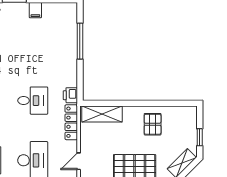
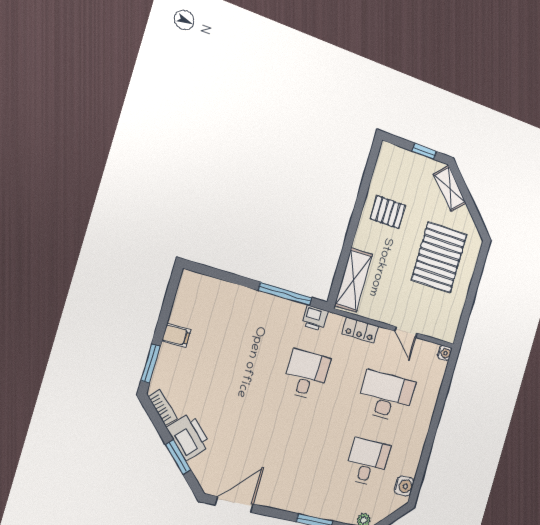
window: (80, 41) -> (285, 294), moved
locker: (71, 122) -> (360, 330), width x0.66

